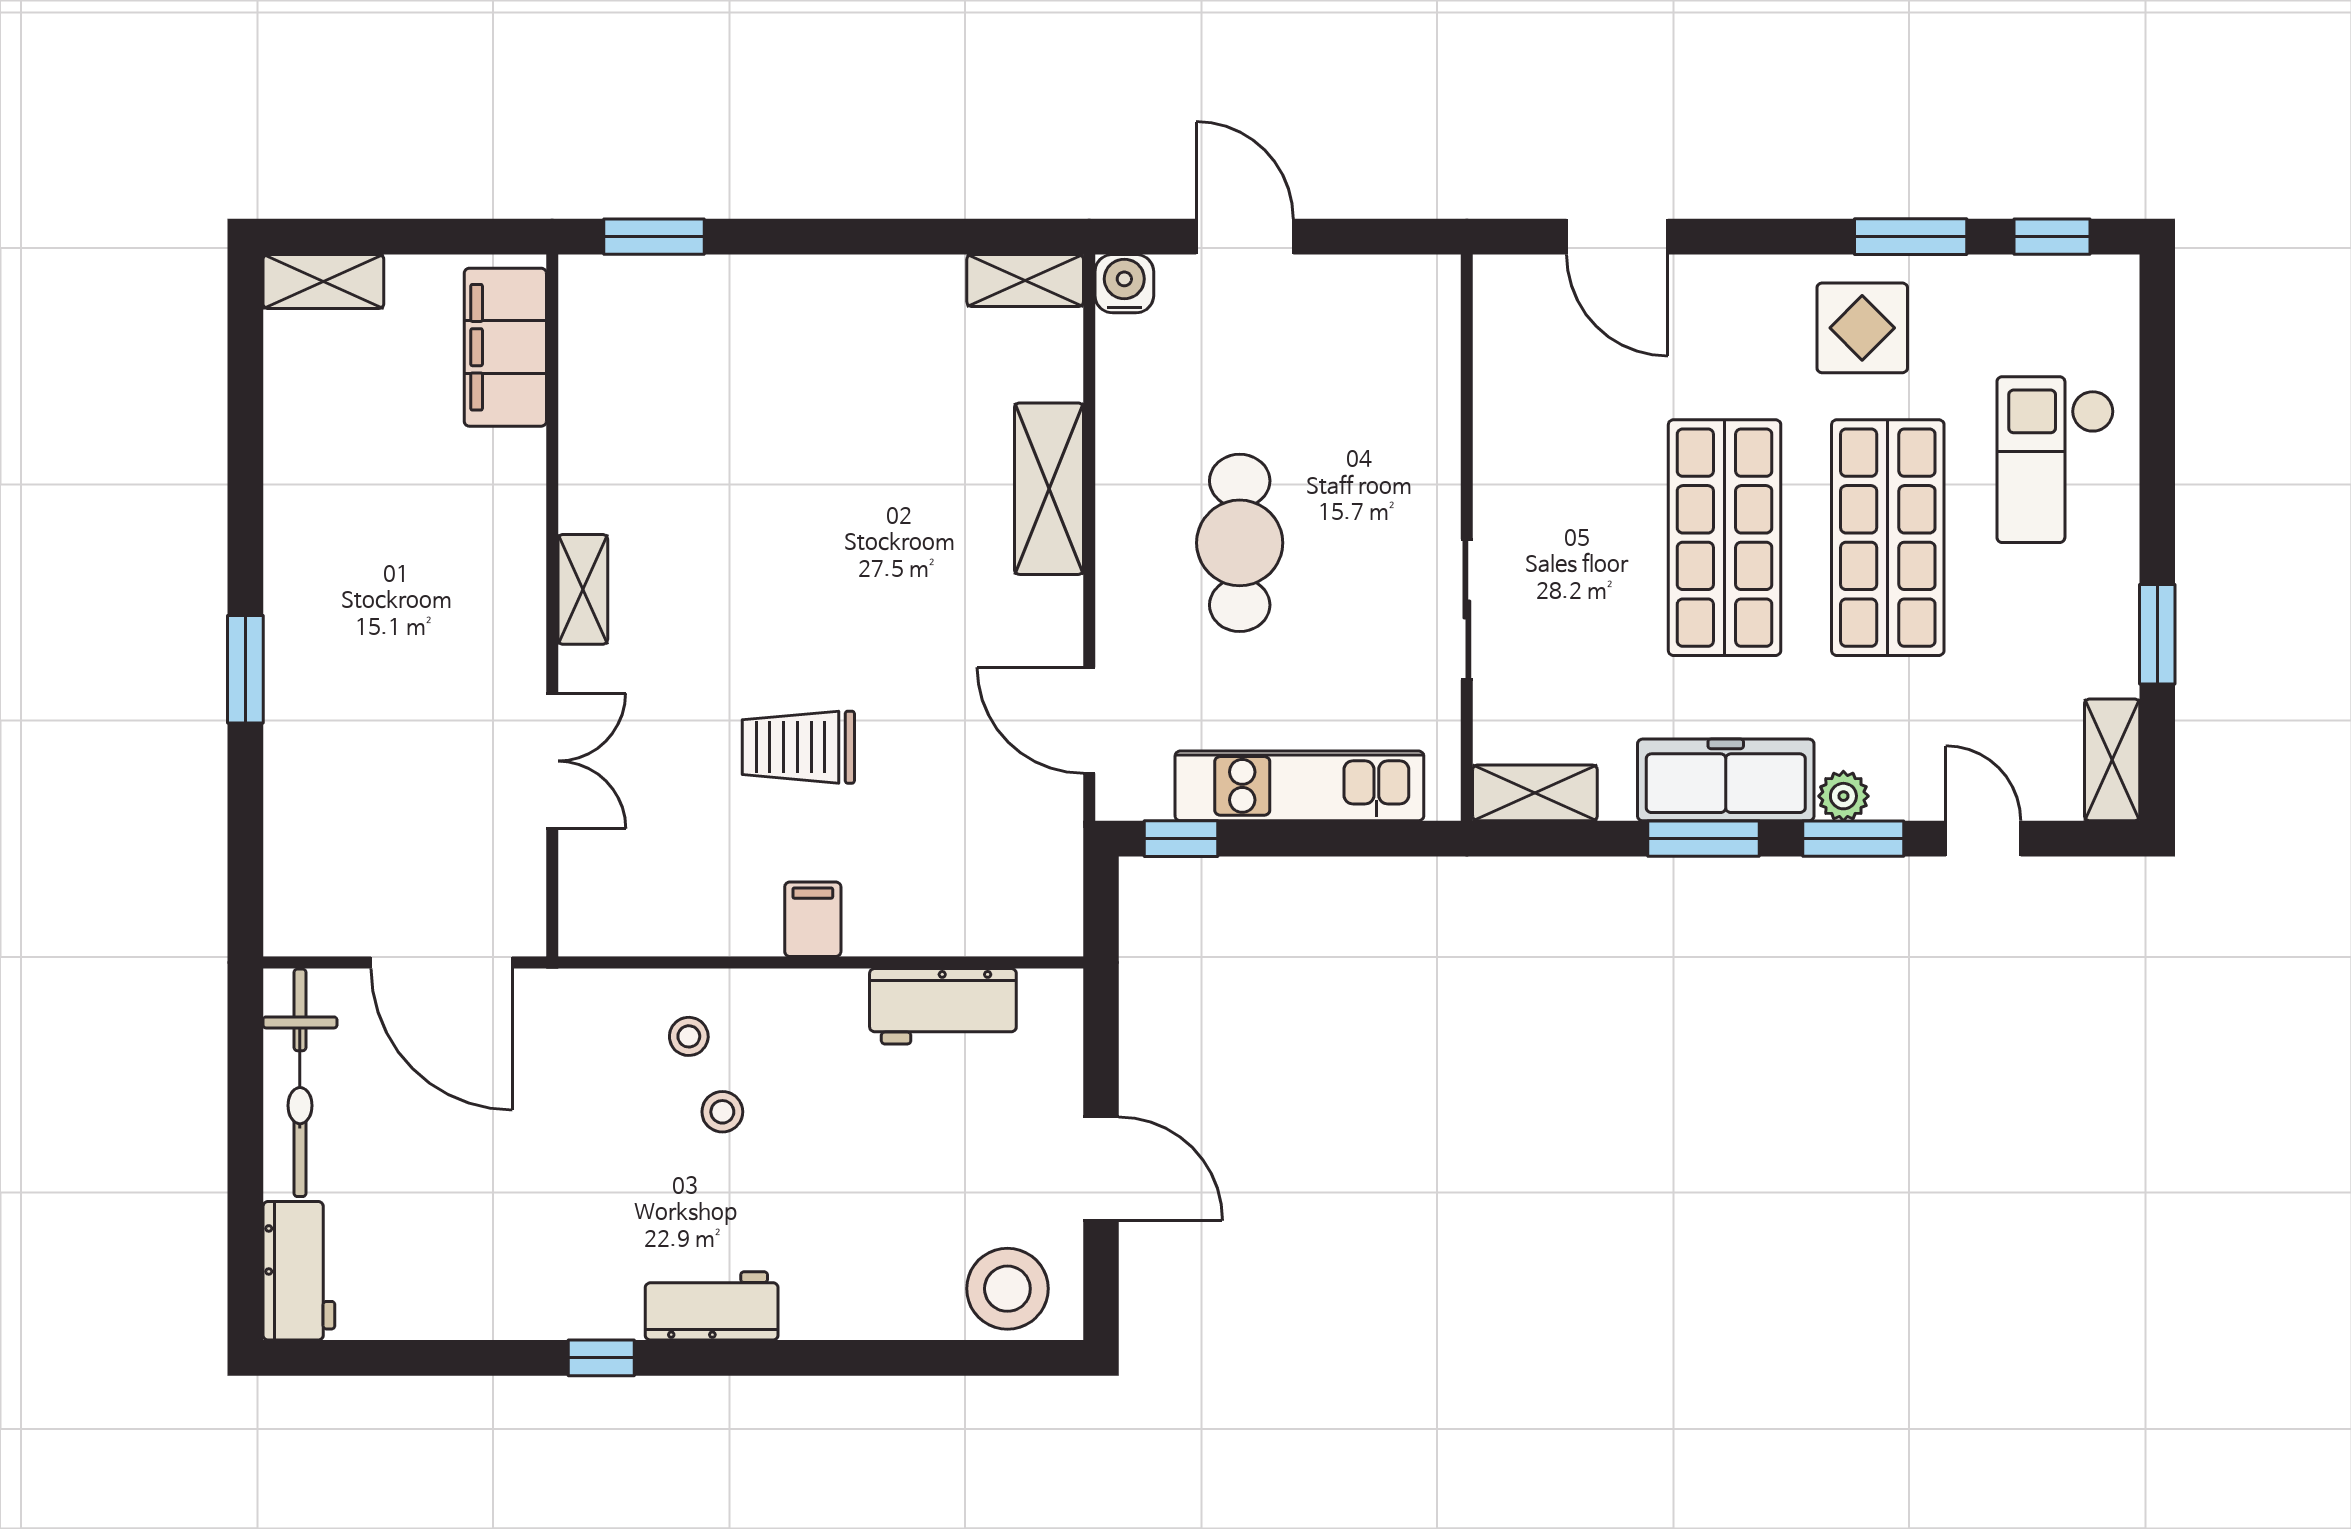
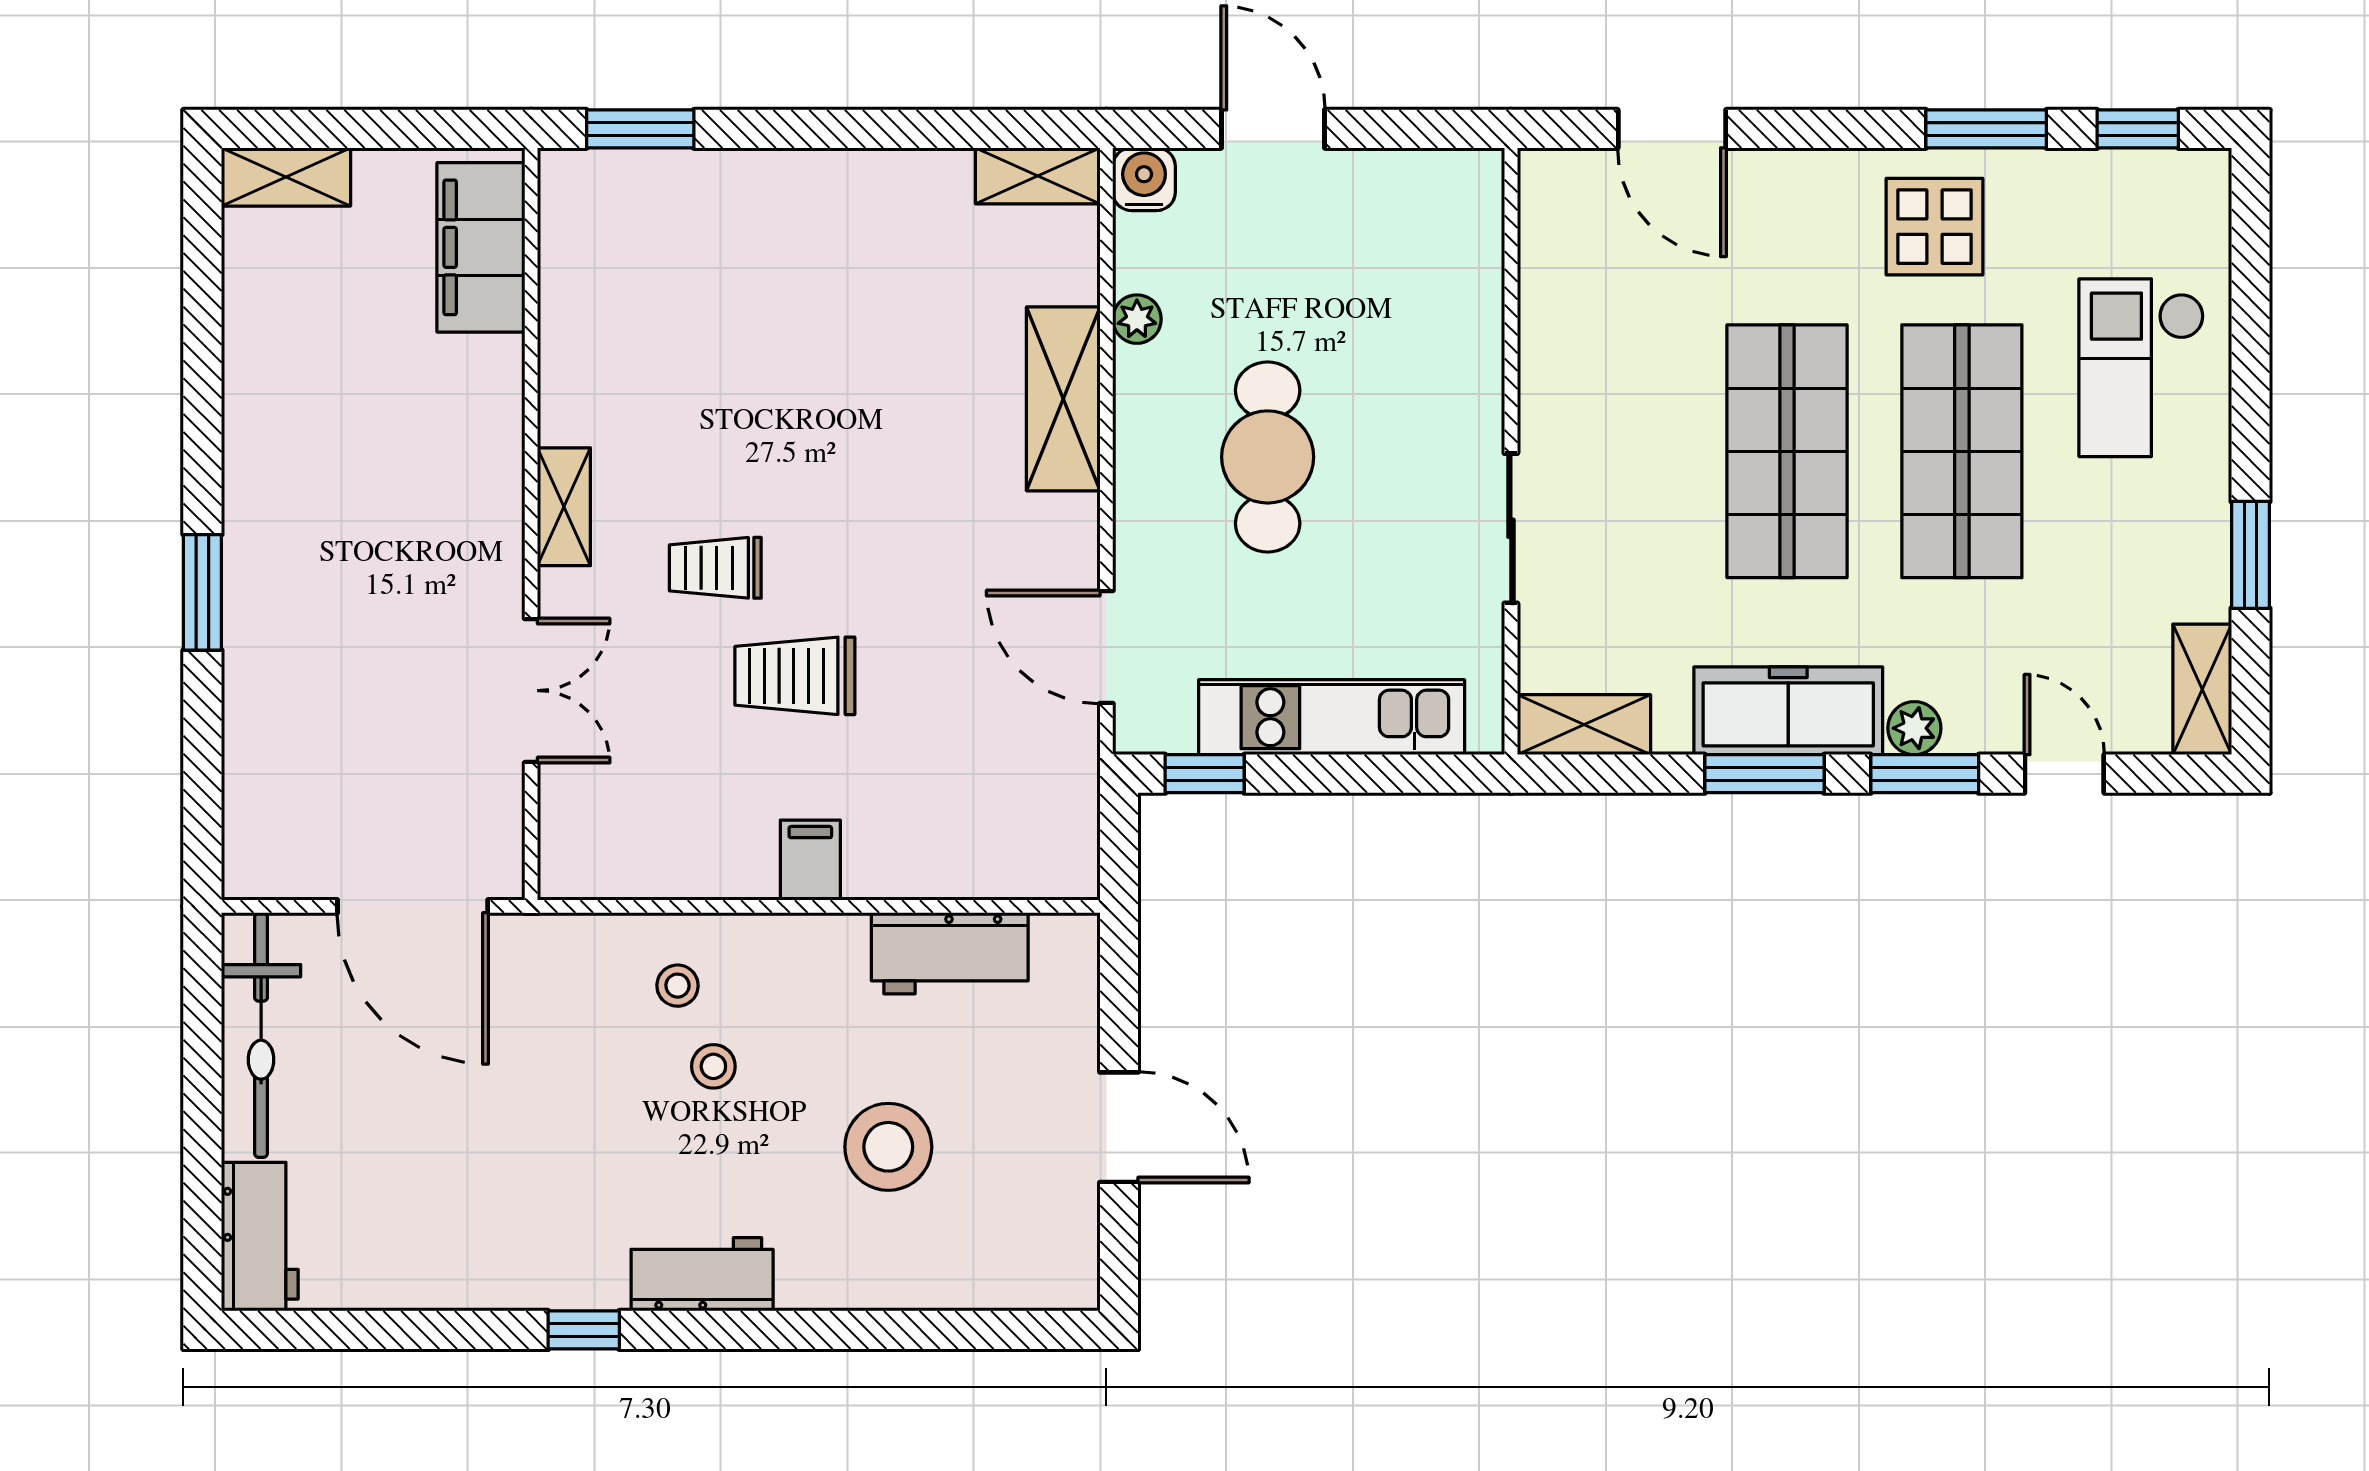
plant: (1118, 414) -> (1137, 319), added
trolley: (724, 646) -> (715, 568), added
stool: (1007, 1289) -> (888, 1147), moved

